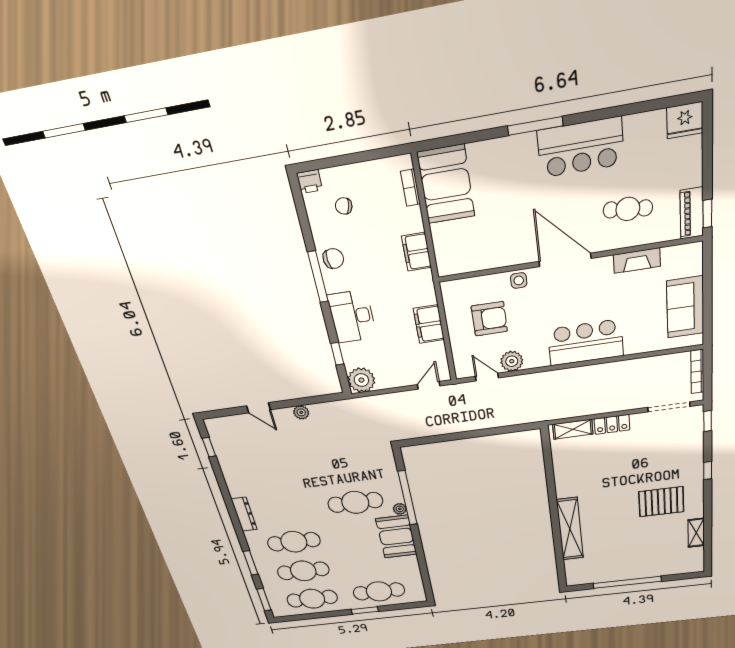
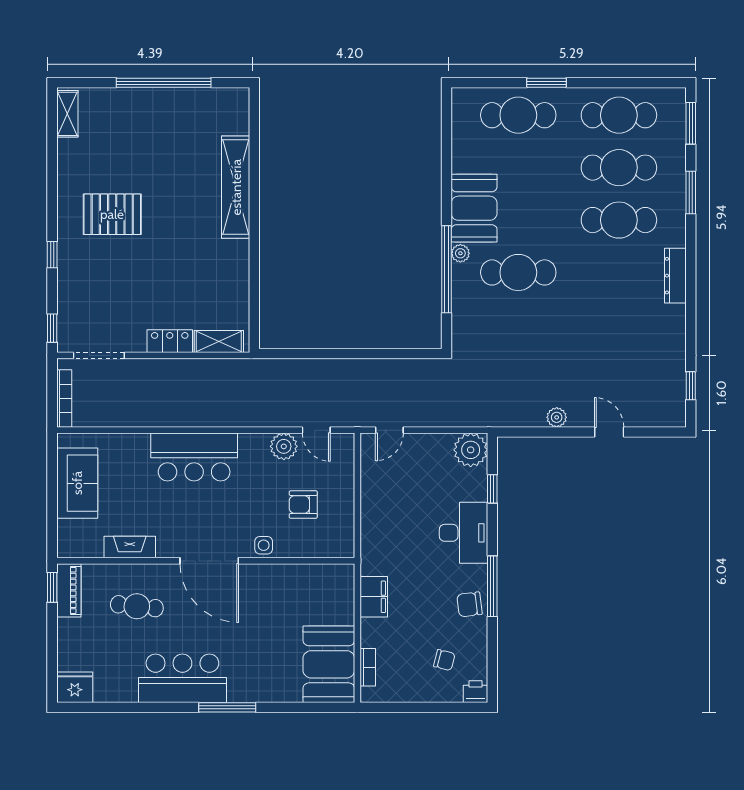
armchair: (489, 319) -> (303, 505), width x0.72, depth x0.72
filing cabinet: (429, 324) -> (375, 509), removed
shelving: (696, 533) -> (67, 114), moved

